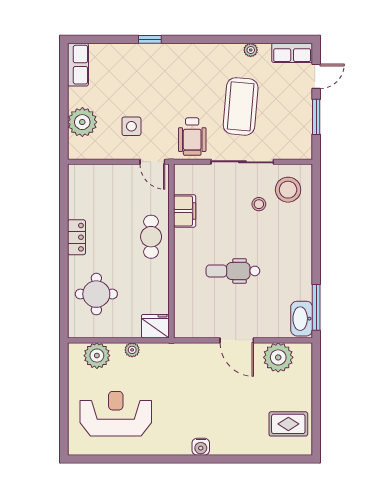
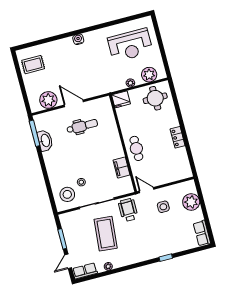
dental chair: (233, 271) -> (82, 126), moved
round table: (96, 294) -> (155, 98), moved
washbasin: (302, 319) -> (45, 141), moved

